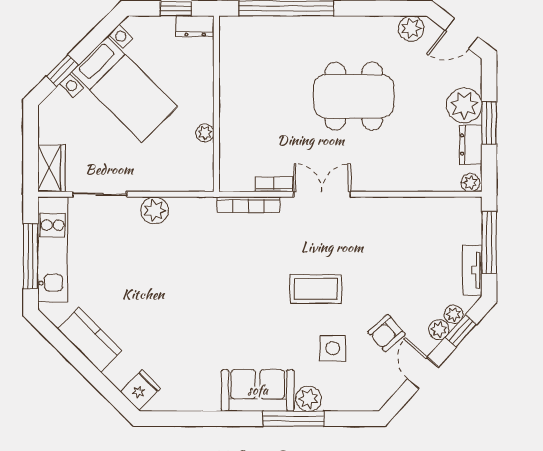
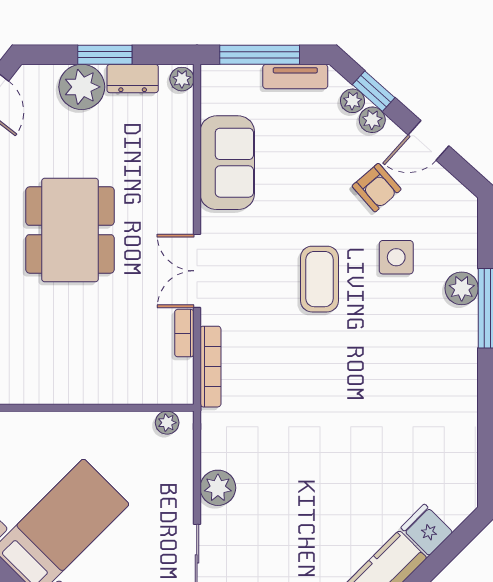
plant: (205, 133) -> (167, 423), moved
fridge: (140, 390) -> (427, 530), moved
sofa: (258, 390) -> (227, 163), moved, turned 180

